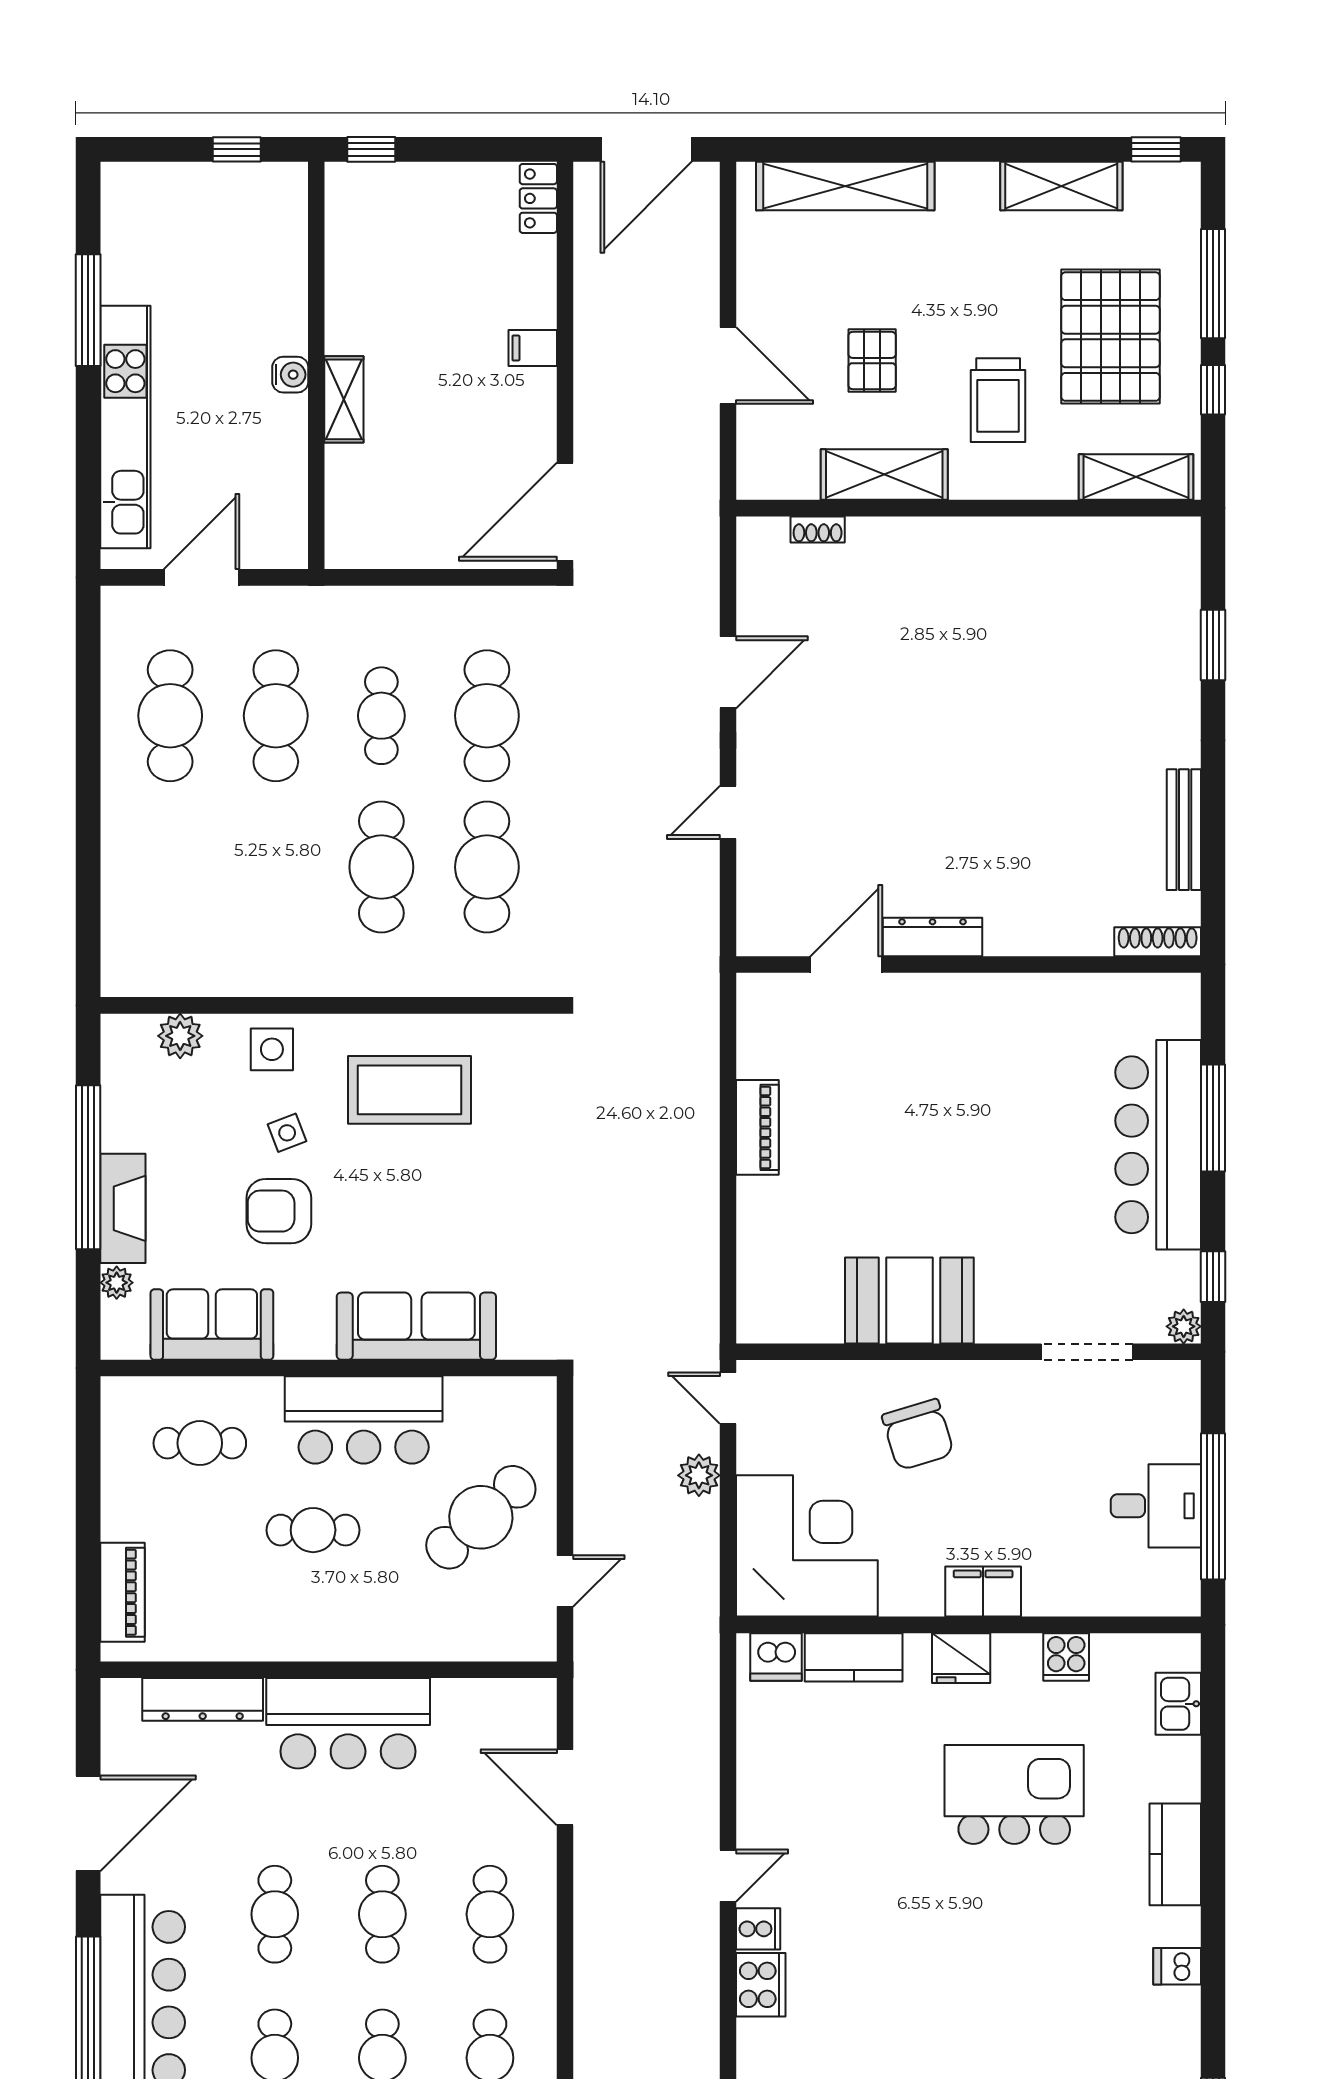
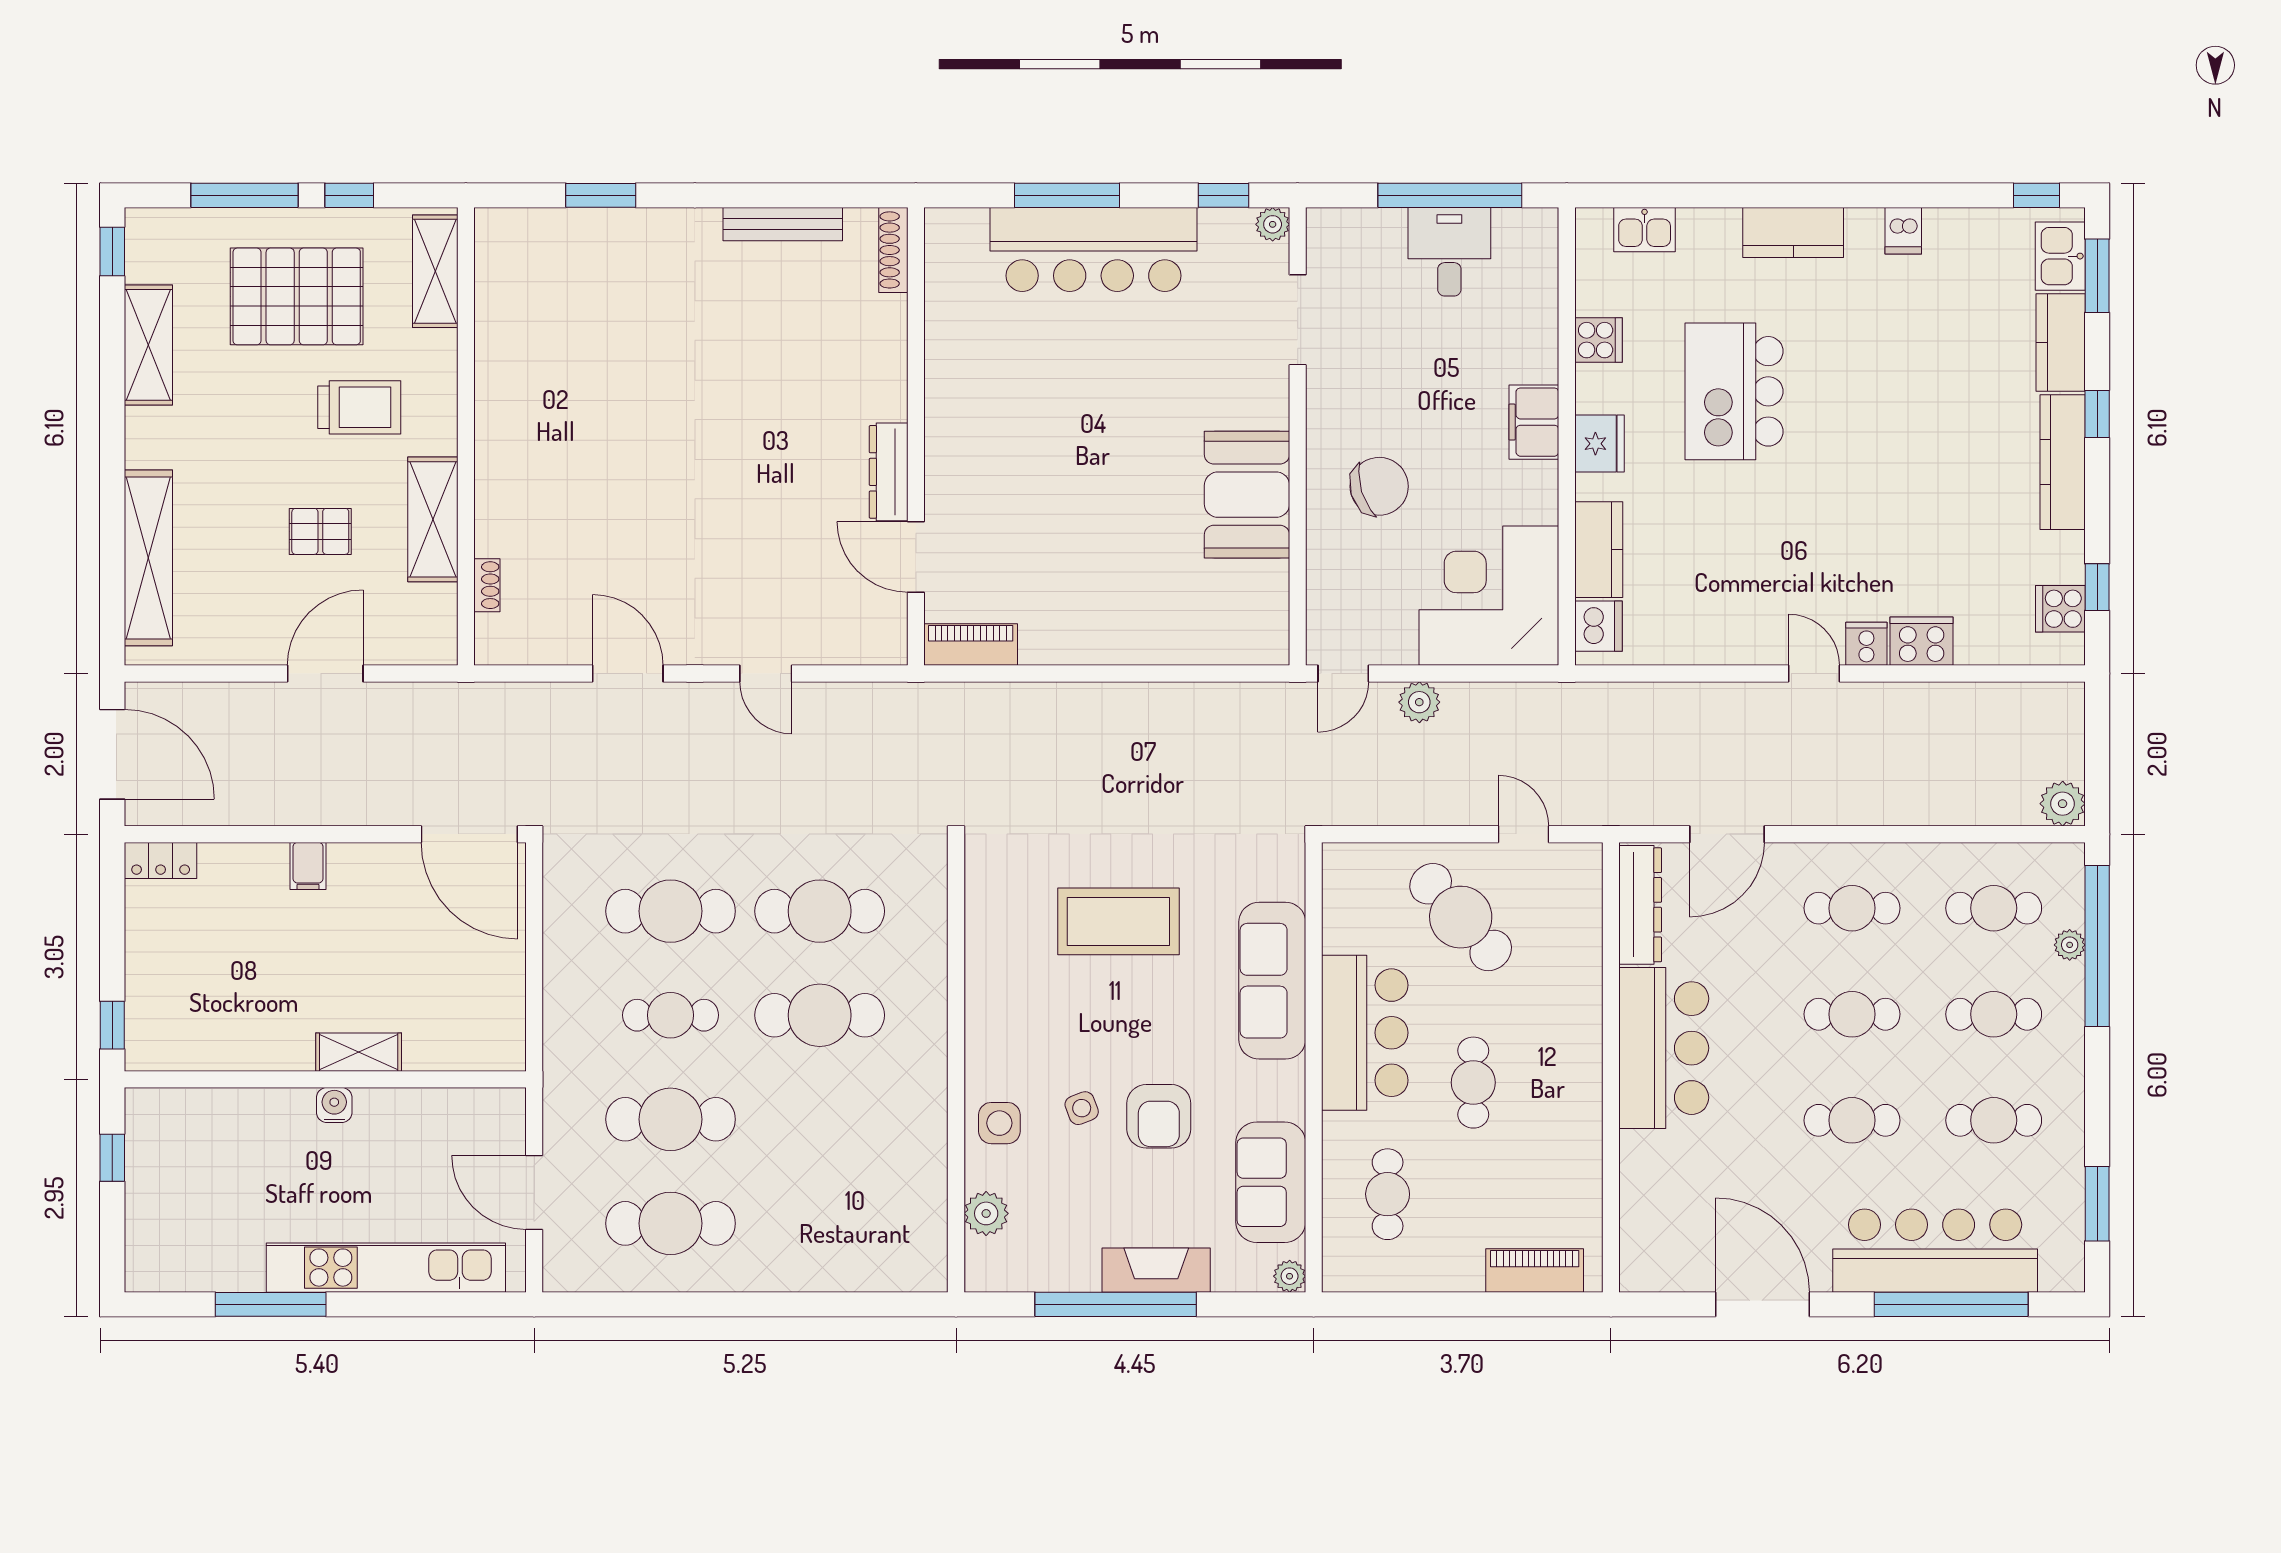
coffee table: (409, 1090) -> (1118, 921), moved, turned 90
piano: (757, 1127) -> (971, 645), moved
plant: (117, 1283) -> (1290, 1276), moved
dresser: (203, 1699) -> (1640, 905), moved

